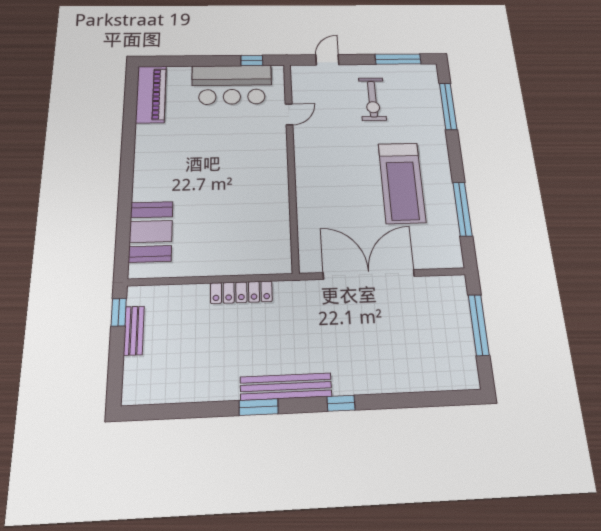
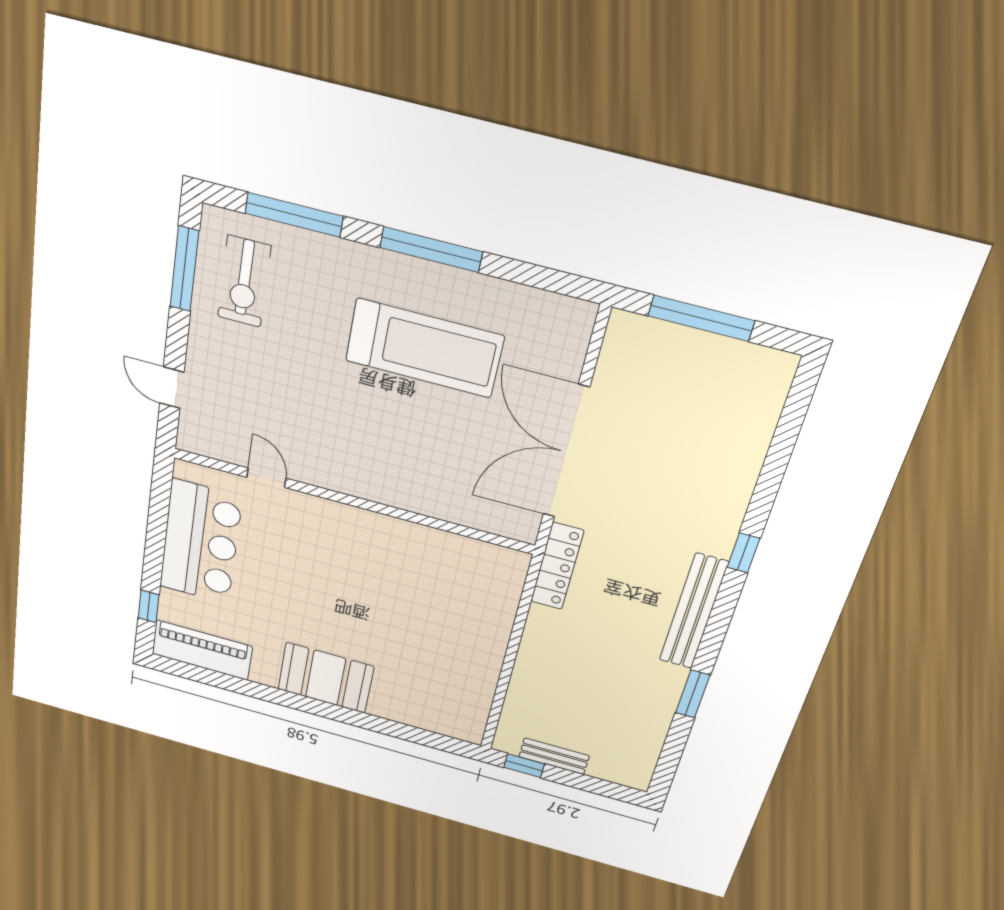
window: (252, 60) -> (149, 606), moved
exercise bike: (372, 99) -> (244, 282), moved, turned 90
window: (462, 209) -> (431, 250), moved
booth: (151, 232) -> (326, 678), moved
locker: (241, 292) -> (557, 566), moved
window: (259, 407) -> (693, 694), moved

